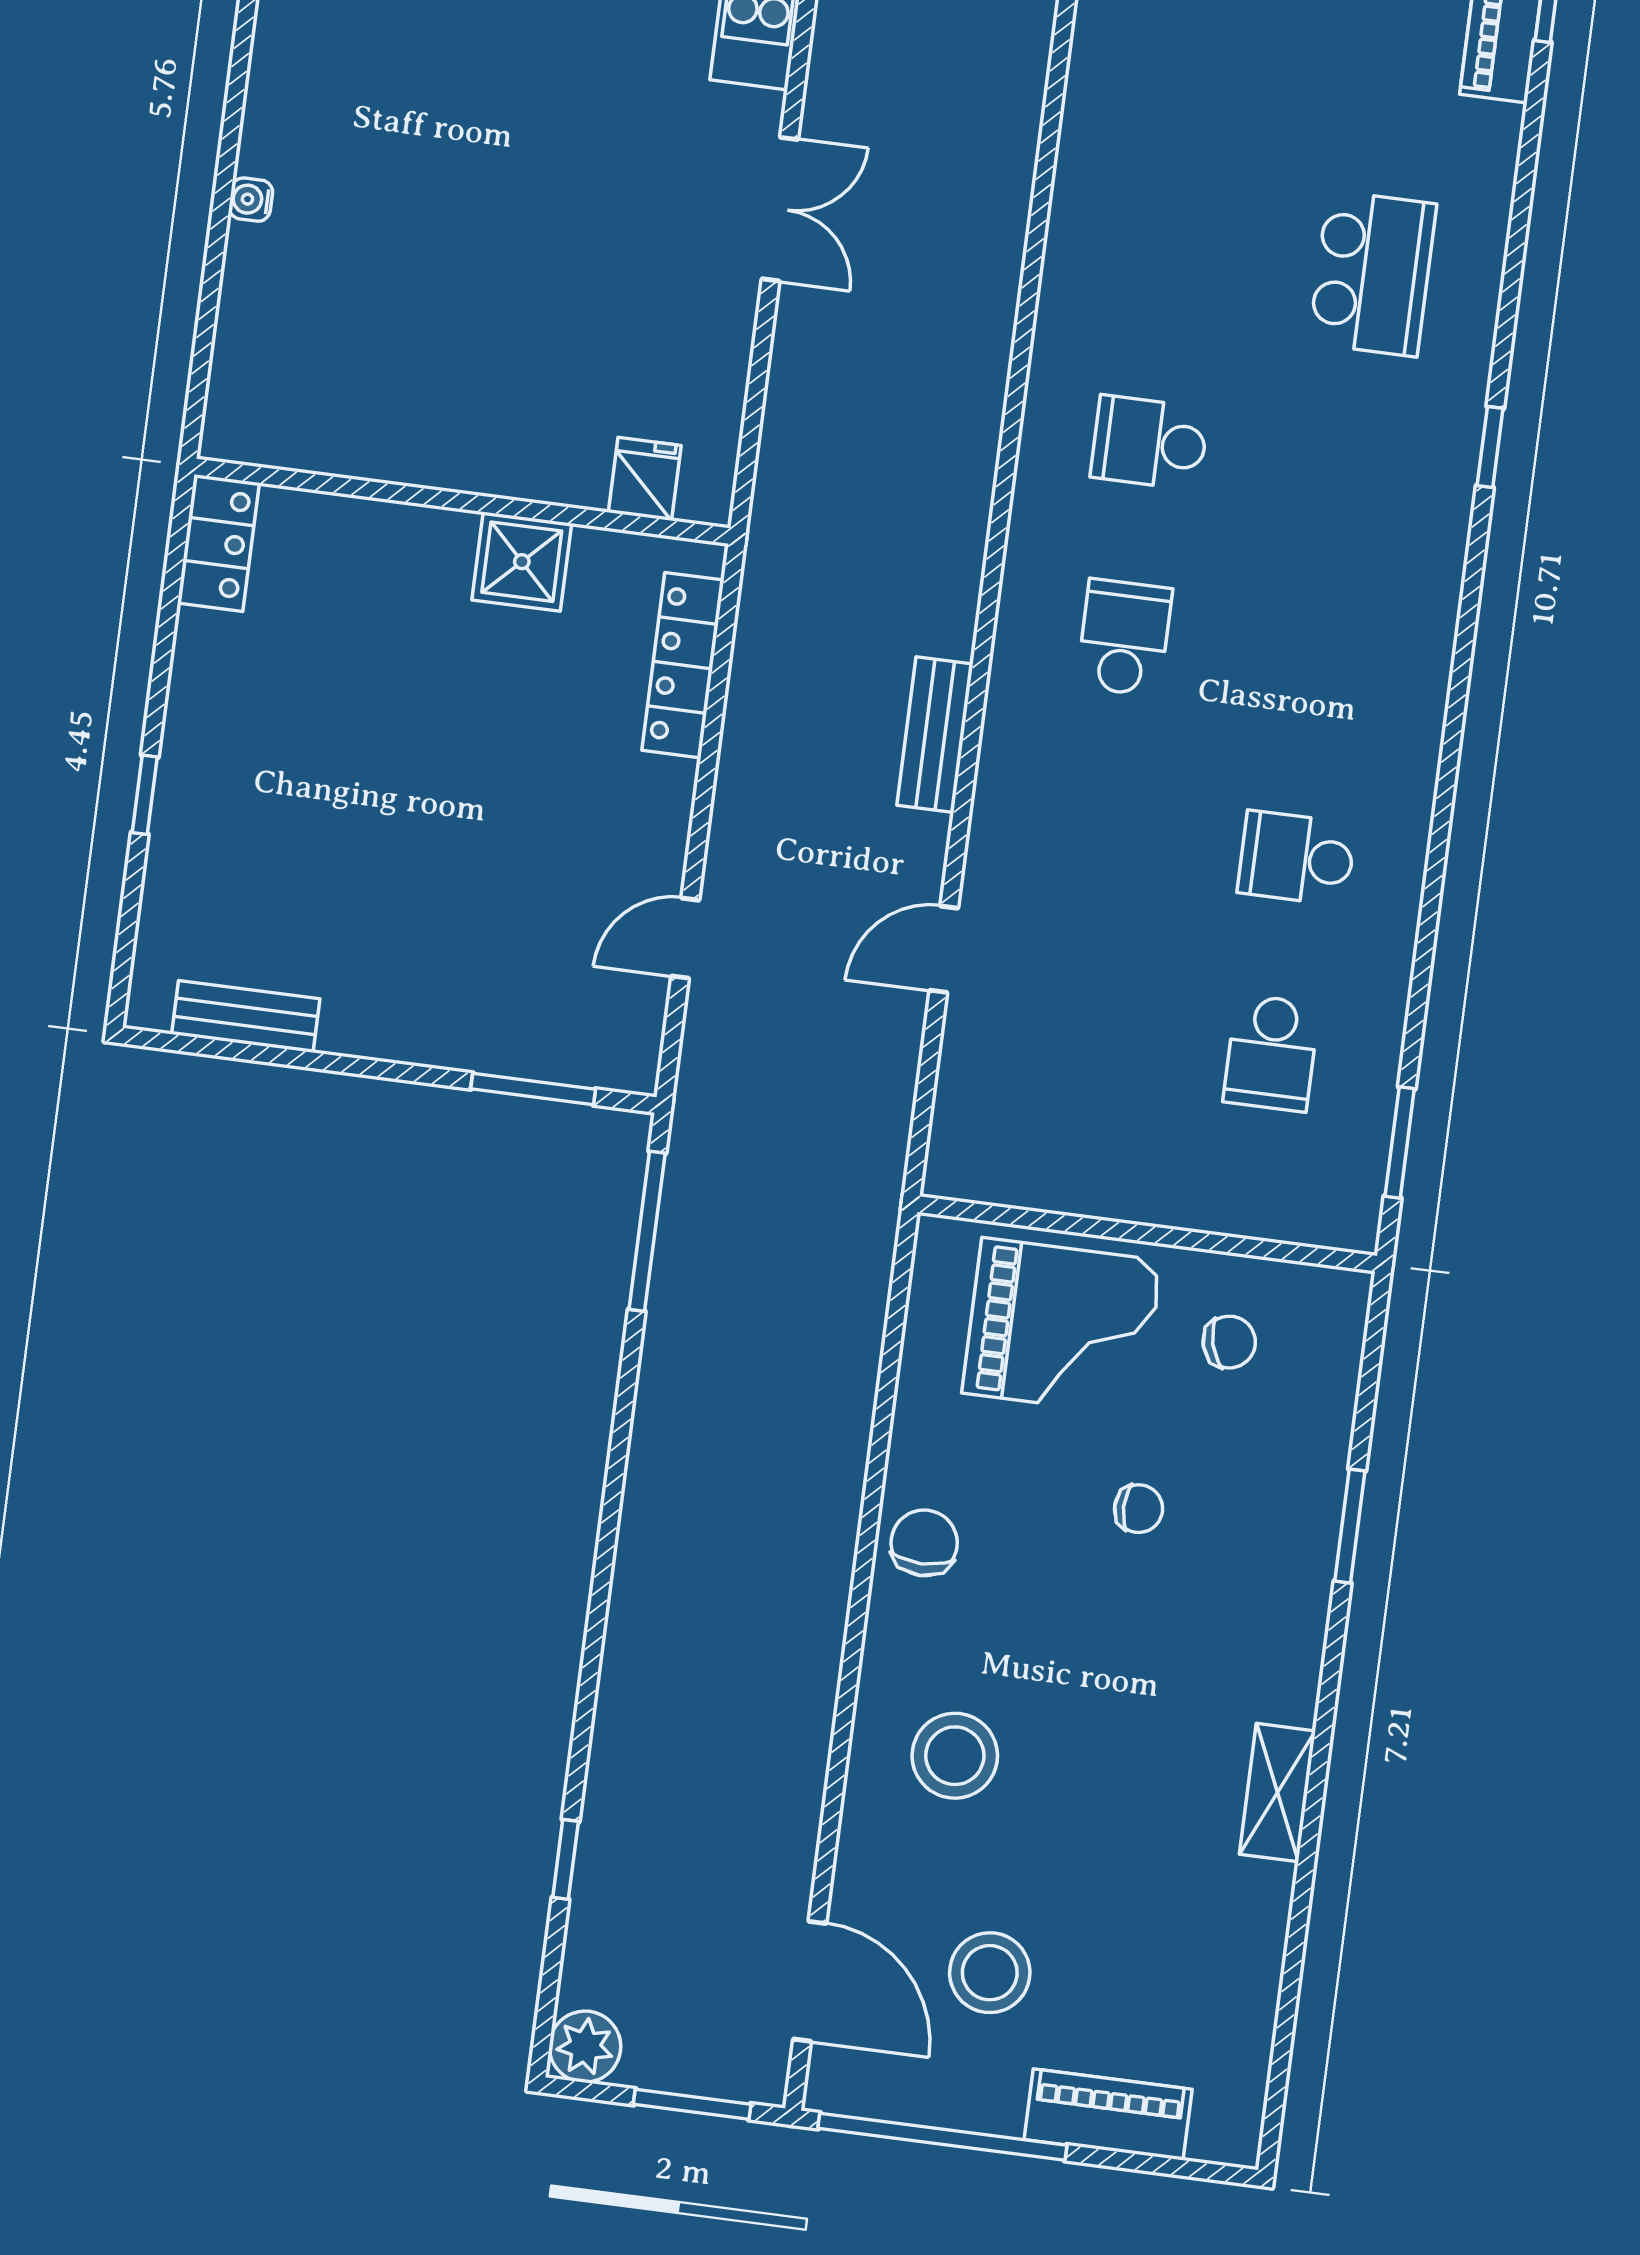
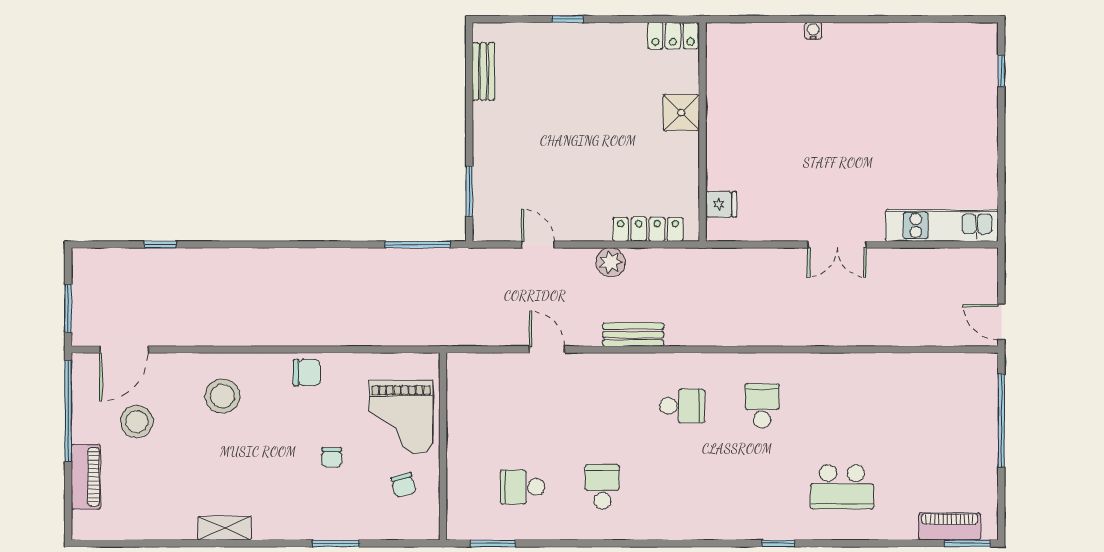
shower: (522, 562) -> (681, 113), moved
plant: (585, 2047) -> (611, 262), moved

